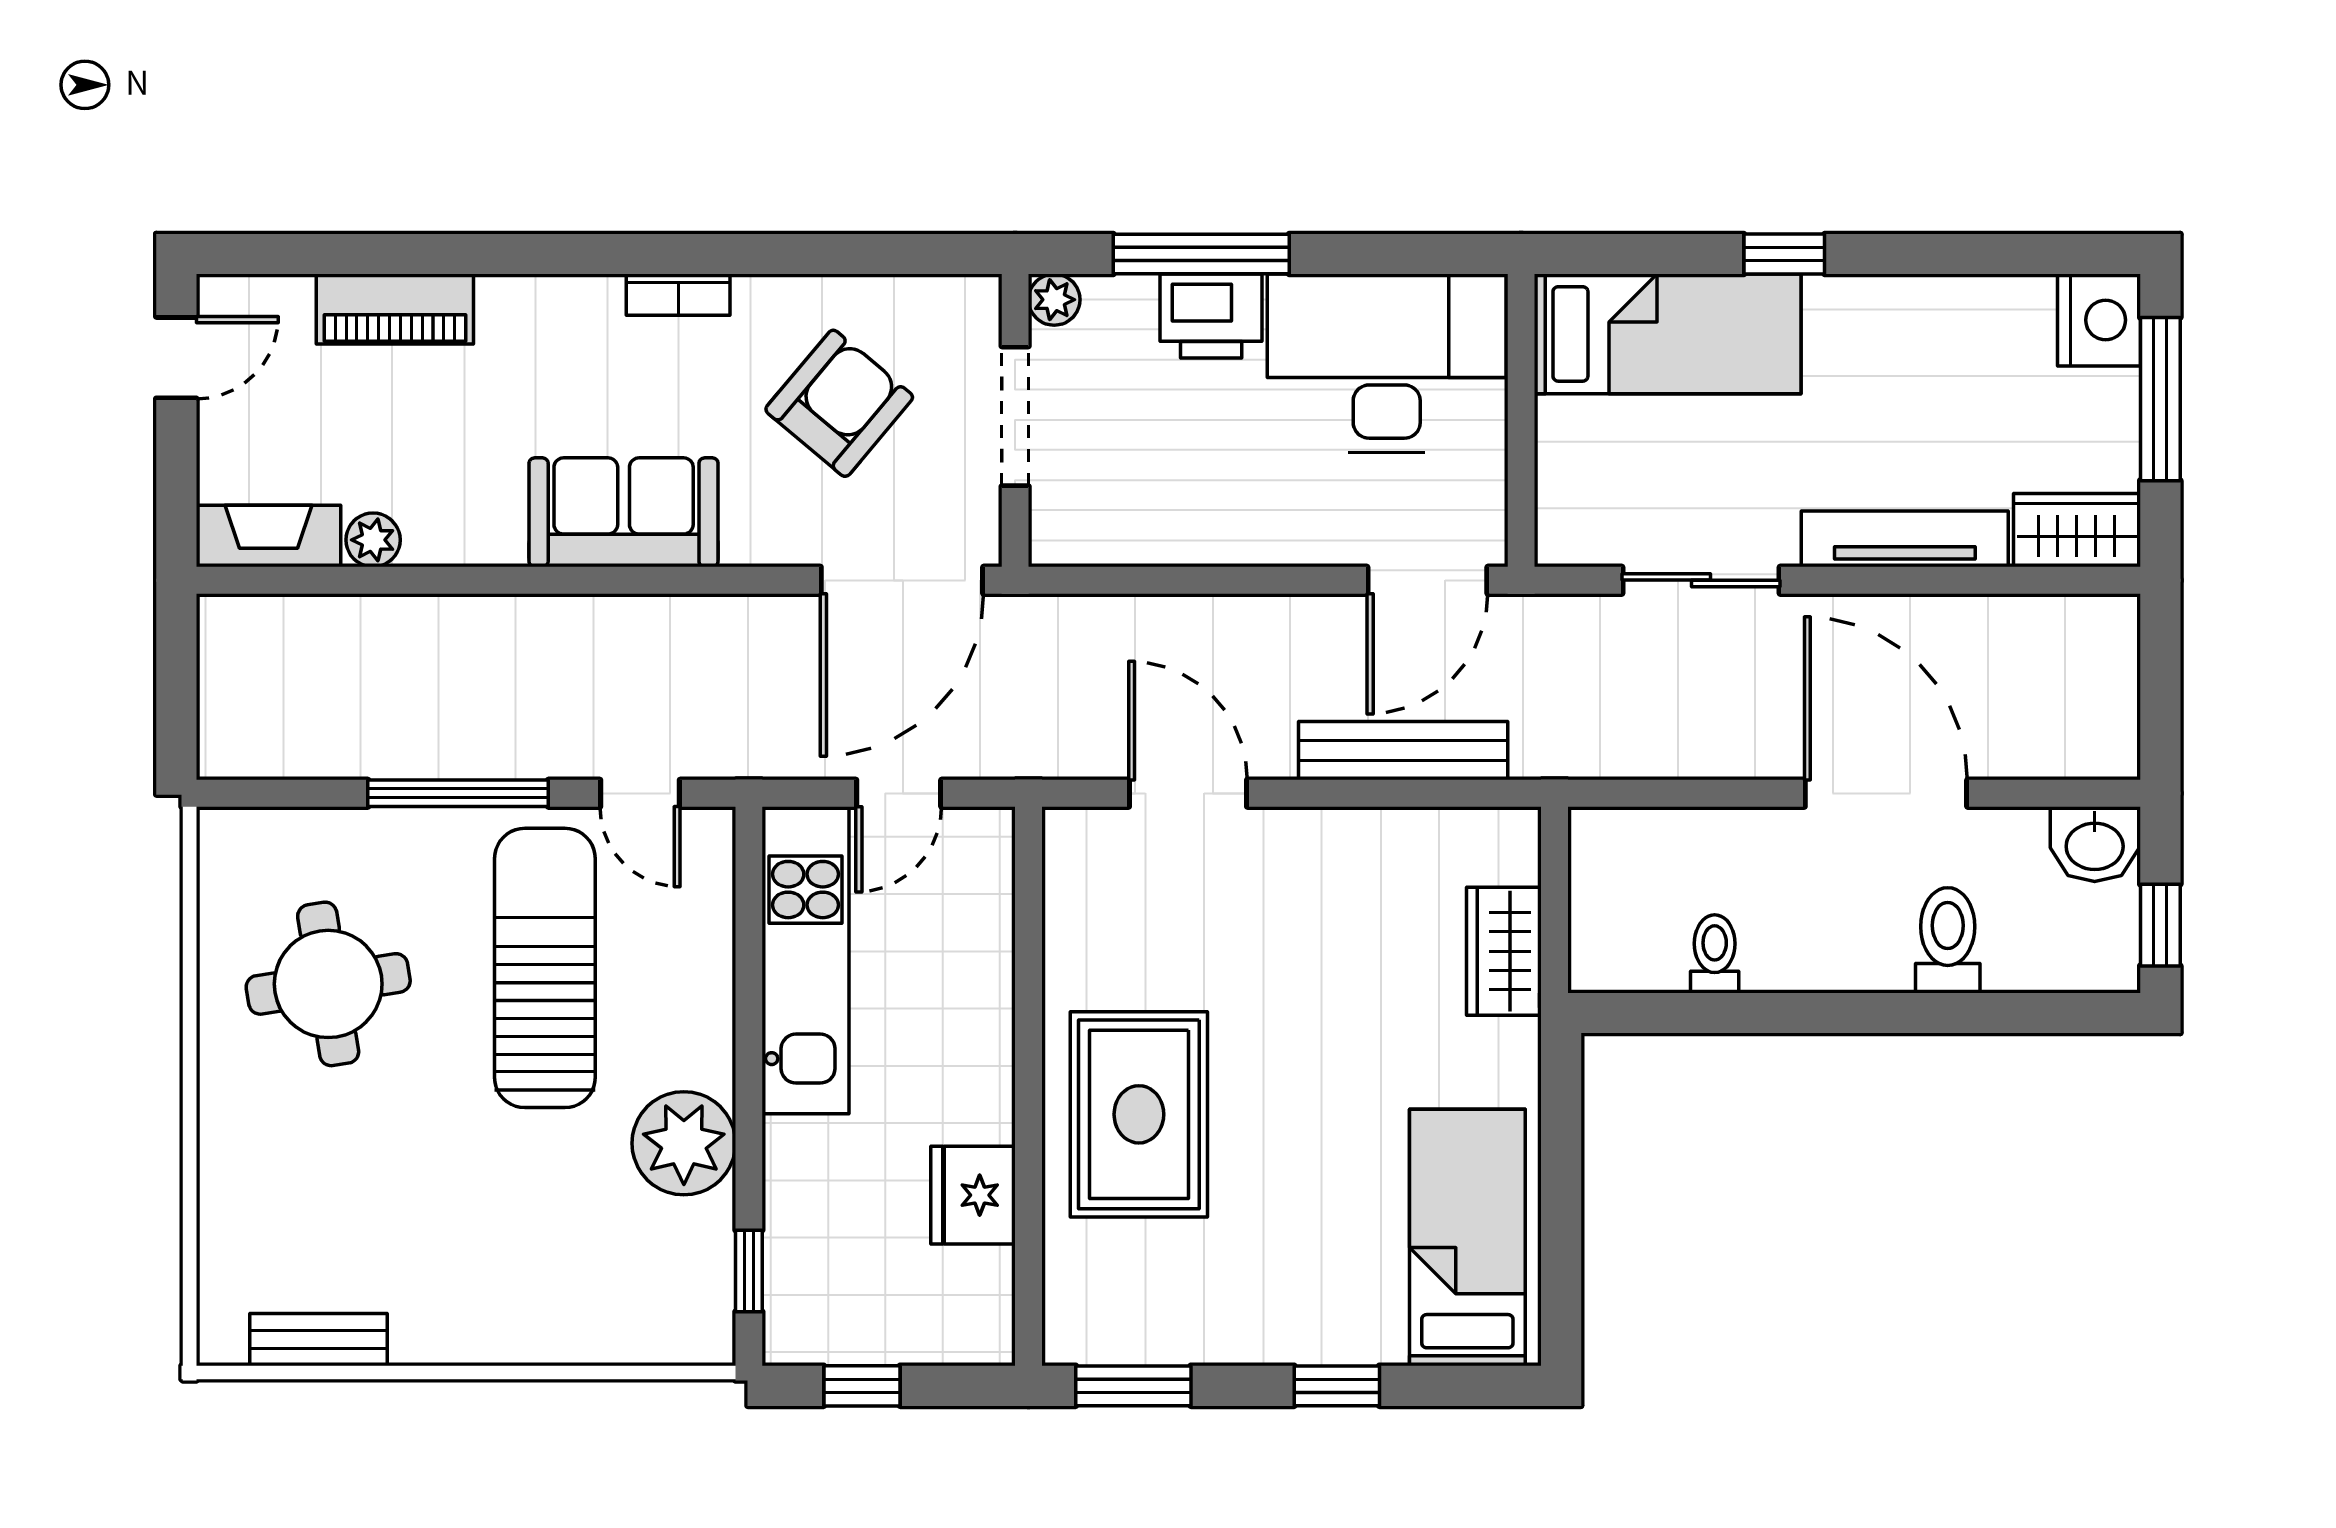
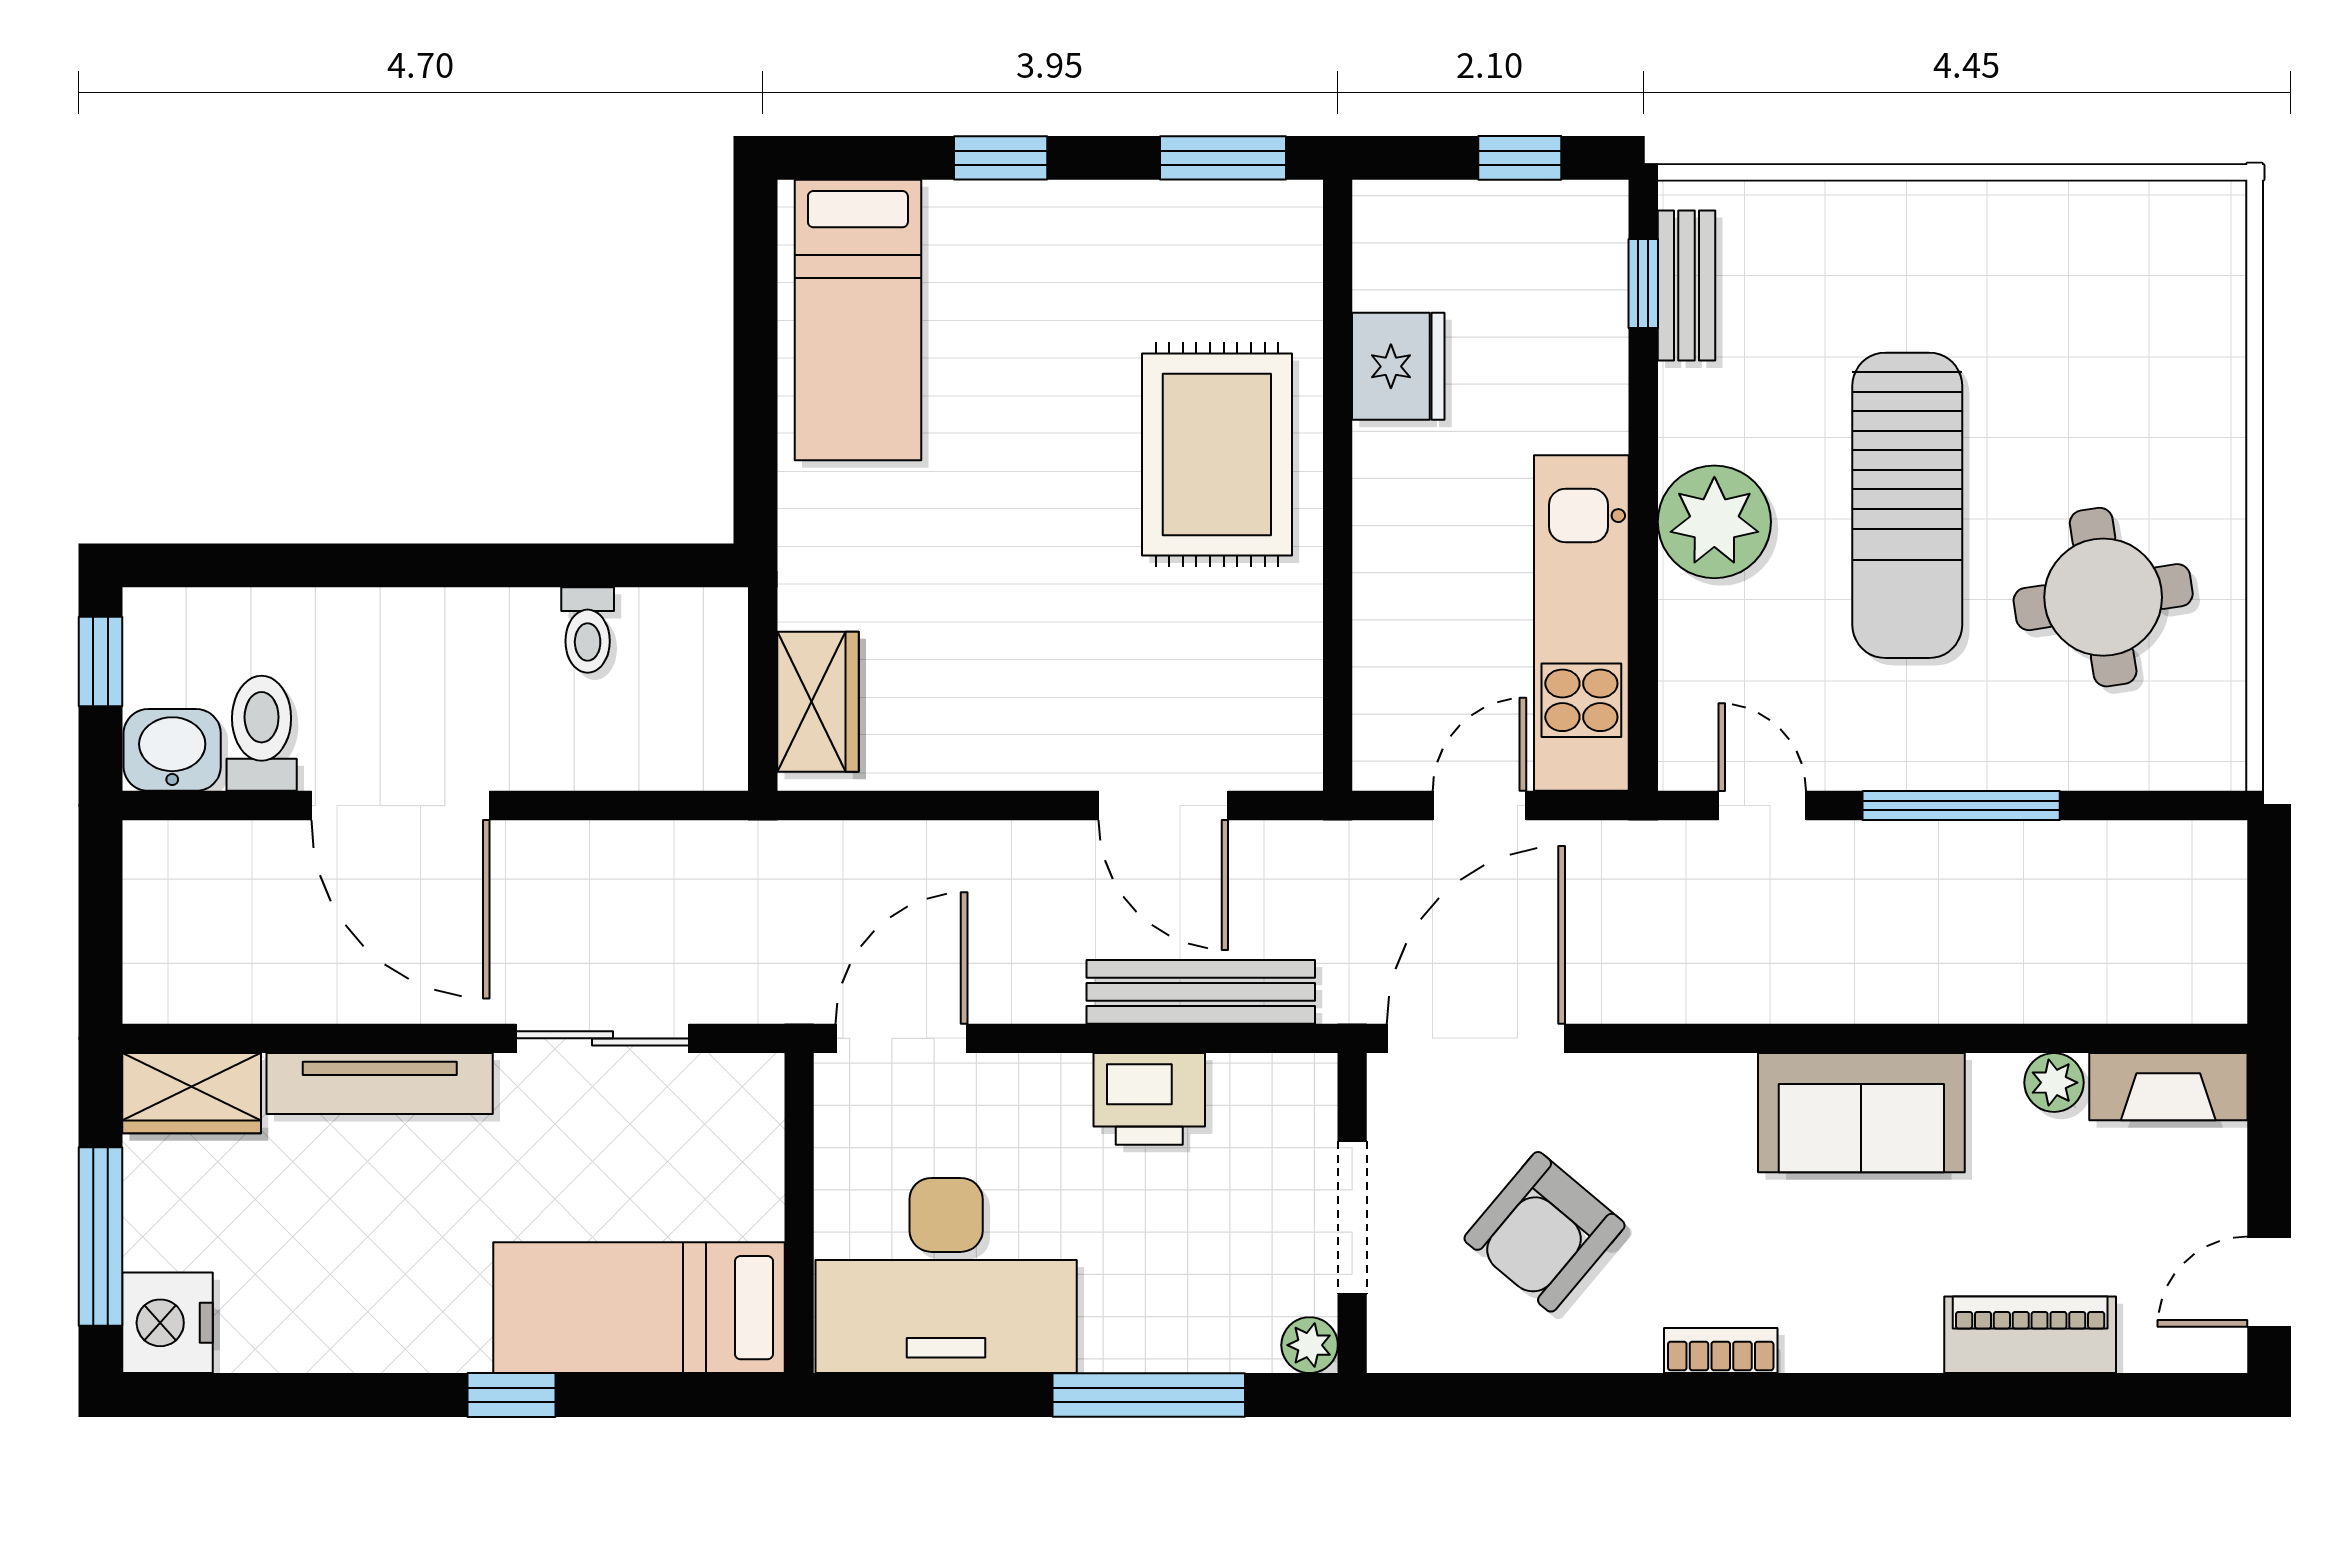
printer: (1211, 316) -> (1149, 1099), moved, turned 180
sofa: (624, 512) -> (1861, 1113), moved
bench: (1403, 751) -> (1201, 992), moved
toilet: (1948, 940) -> (262, 733), moved, turned 180
wardrobe: (1504, 951) -> (818, 702), moved
sun lounger: (545, 968) -> (1907, 505), moved
plant: (684, 1143) -> (1714, 522), moved
bench: (319, 1340) -> (1686, 286), moved, turned 90

